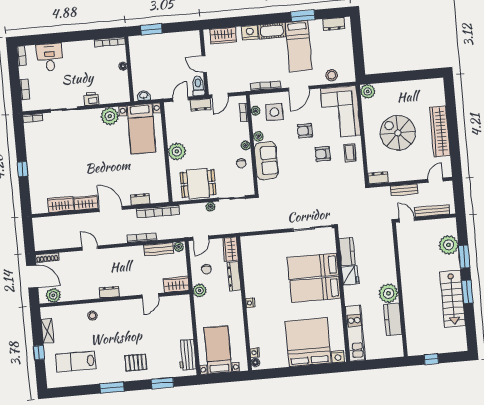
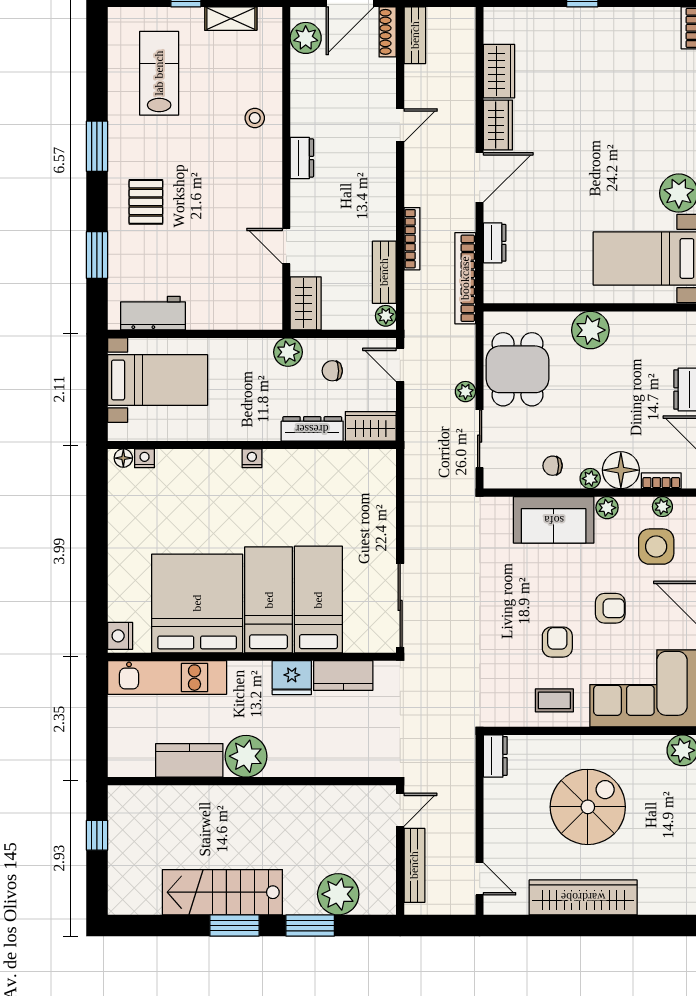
armchair: (305, 131) -> (610, 608), turned 90
floor lamp: (240, 132) -> (621, 470), added
bench: (404, 190) -> (415, 35), moved
bed: (308, 342) -> (197, 603), moved, turned -90

